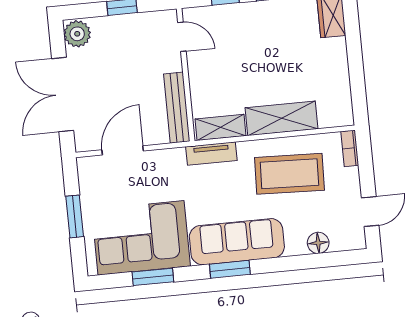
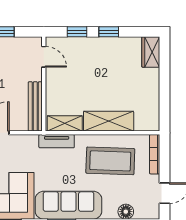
bookcase: (350, 148) -> (155, 154), width x1.56

